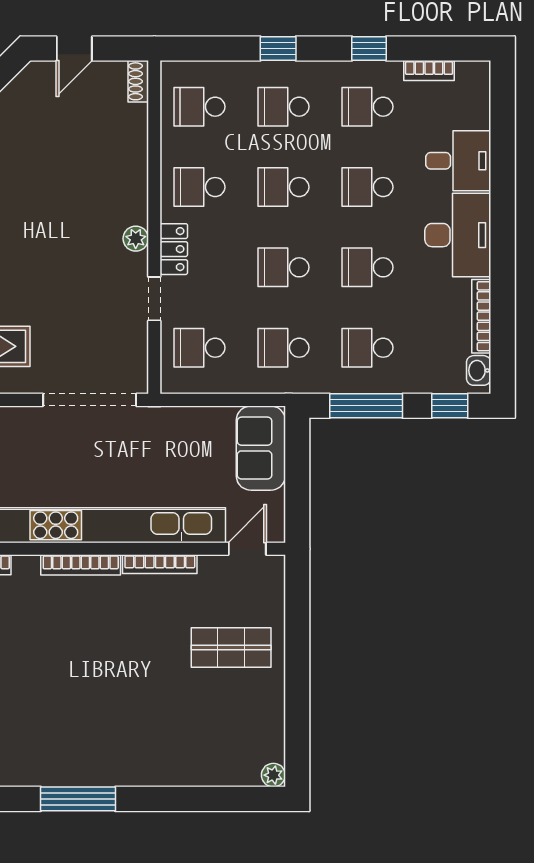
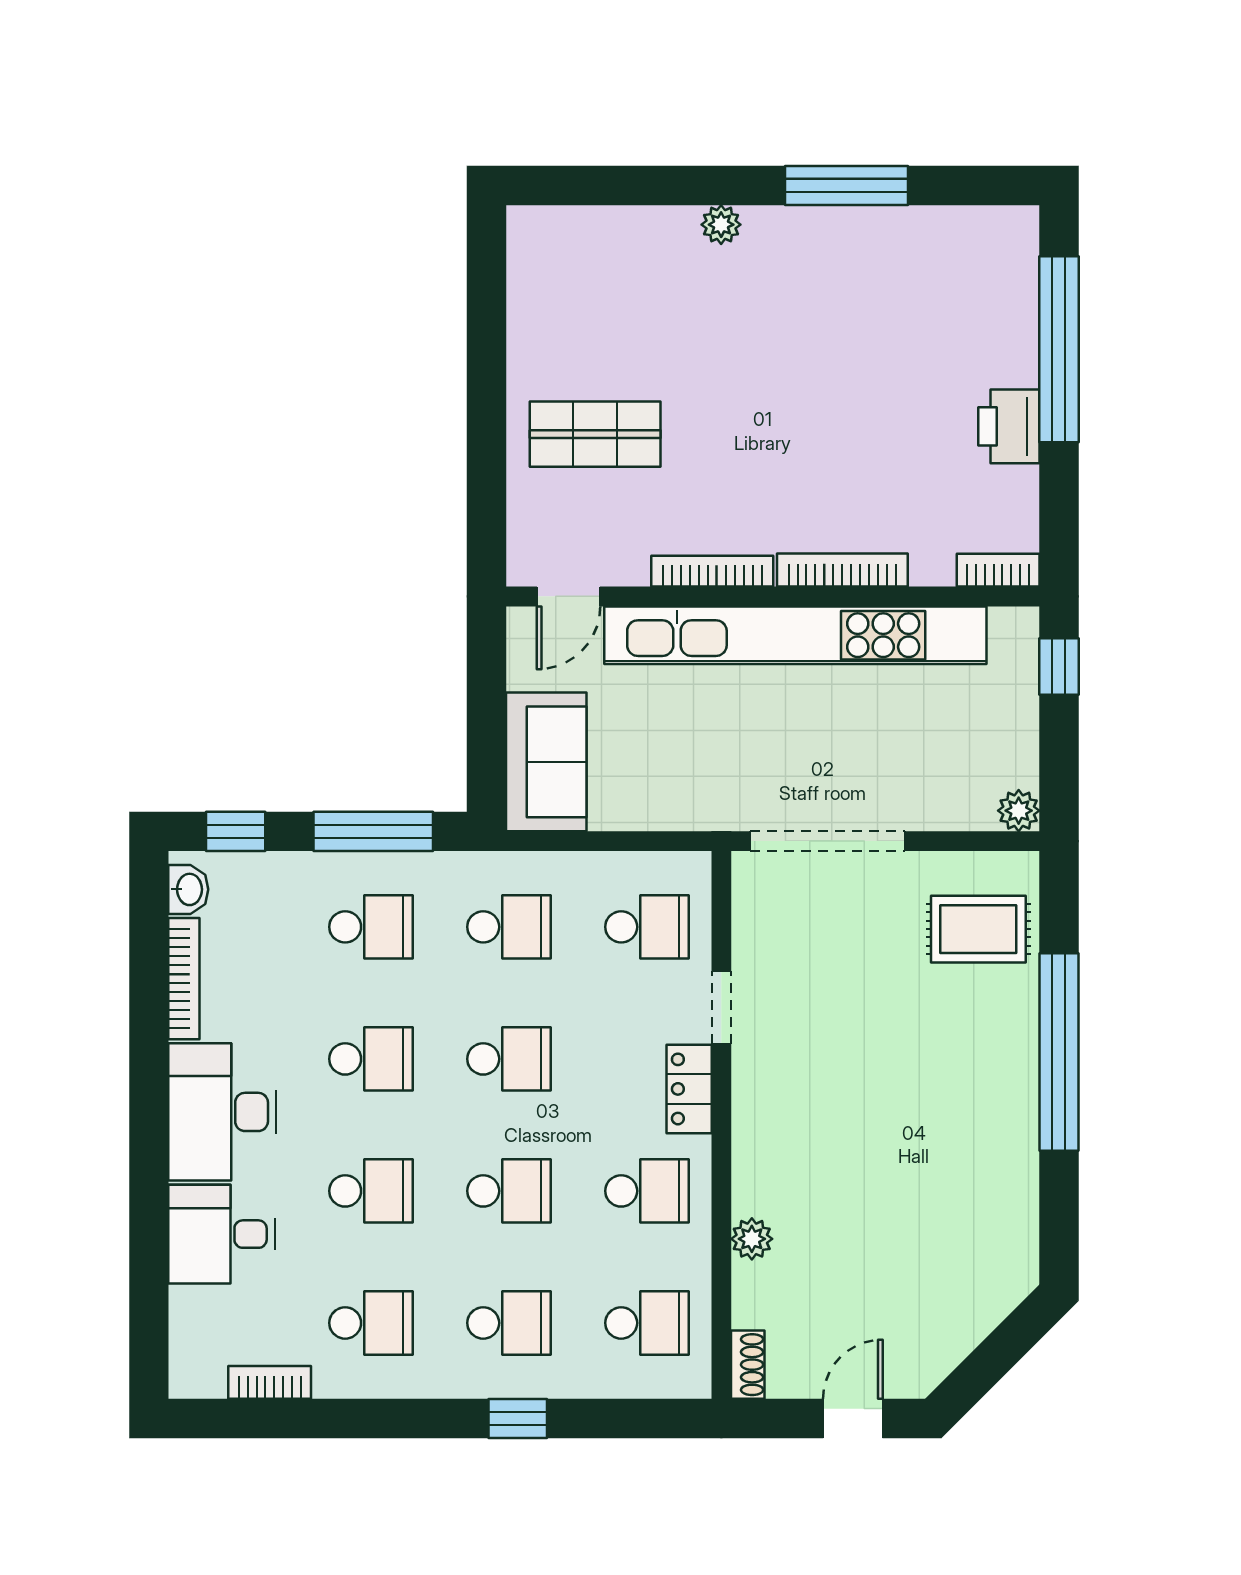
window: (369, 49) -> (368, 1418), removed
plant: (136, 239) -> (752, 1239), moved
plant: (273, 775) -> (721, 225), moved

